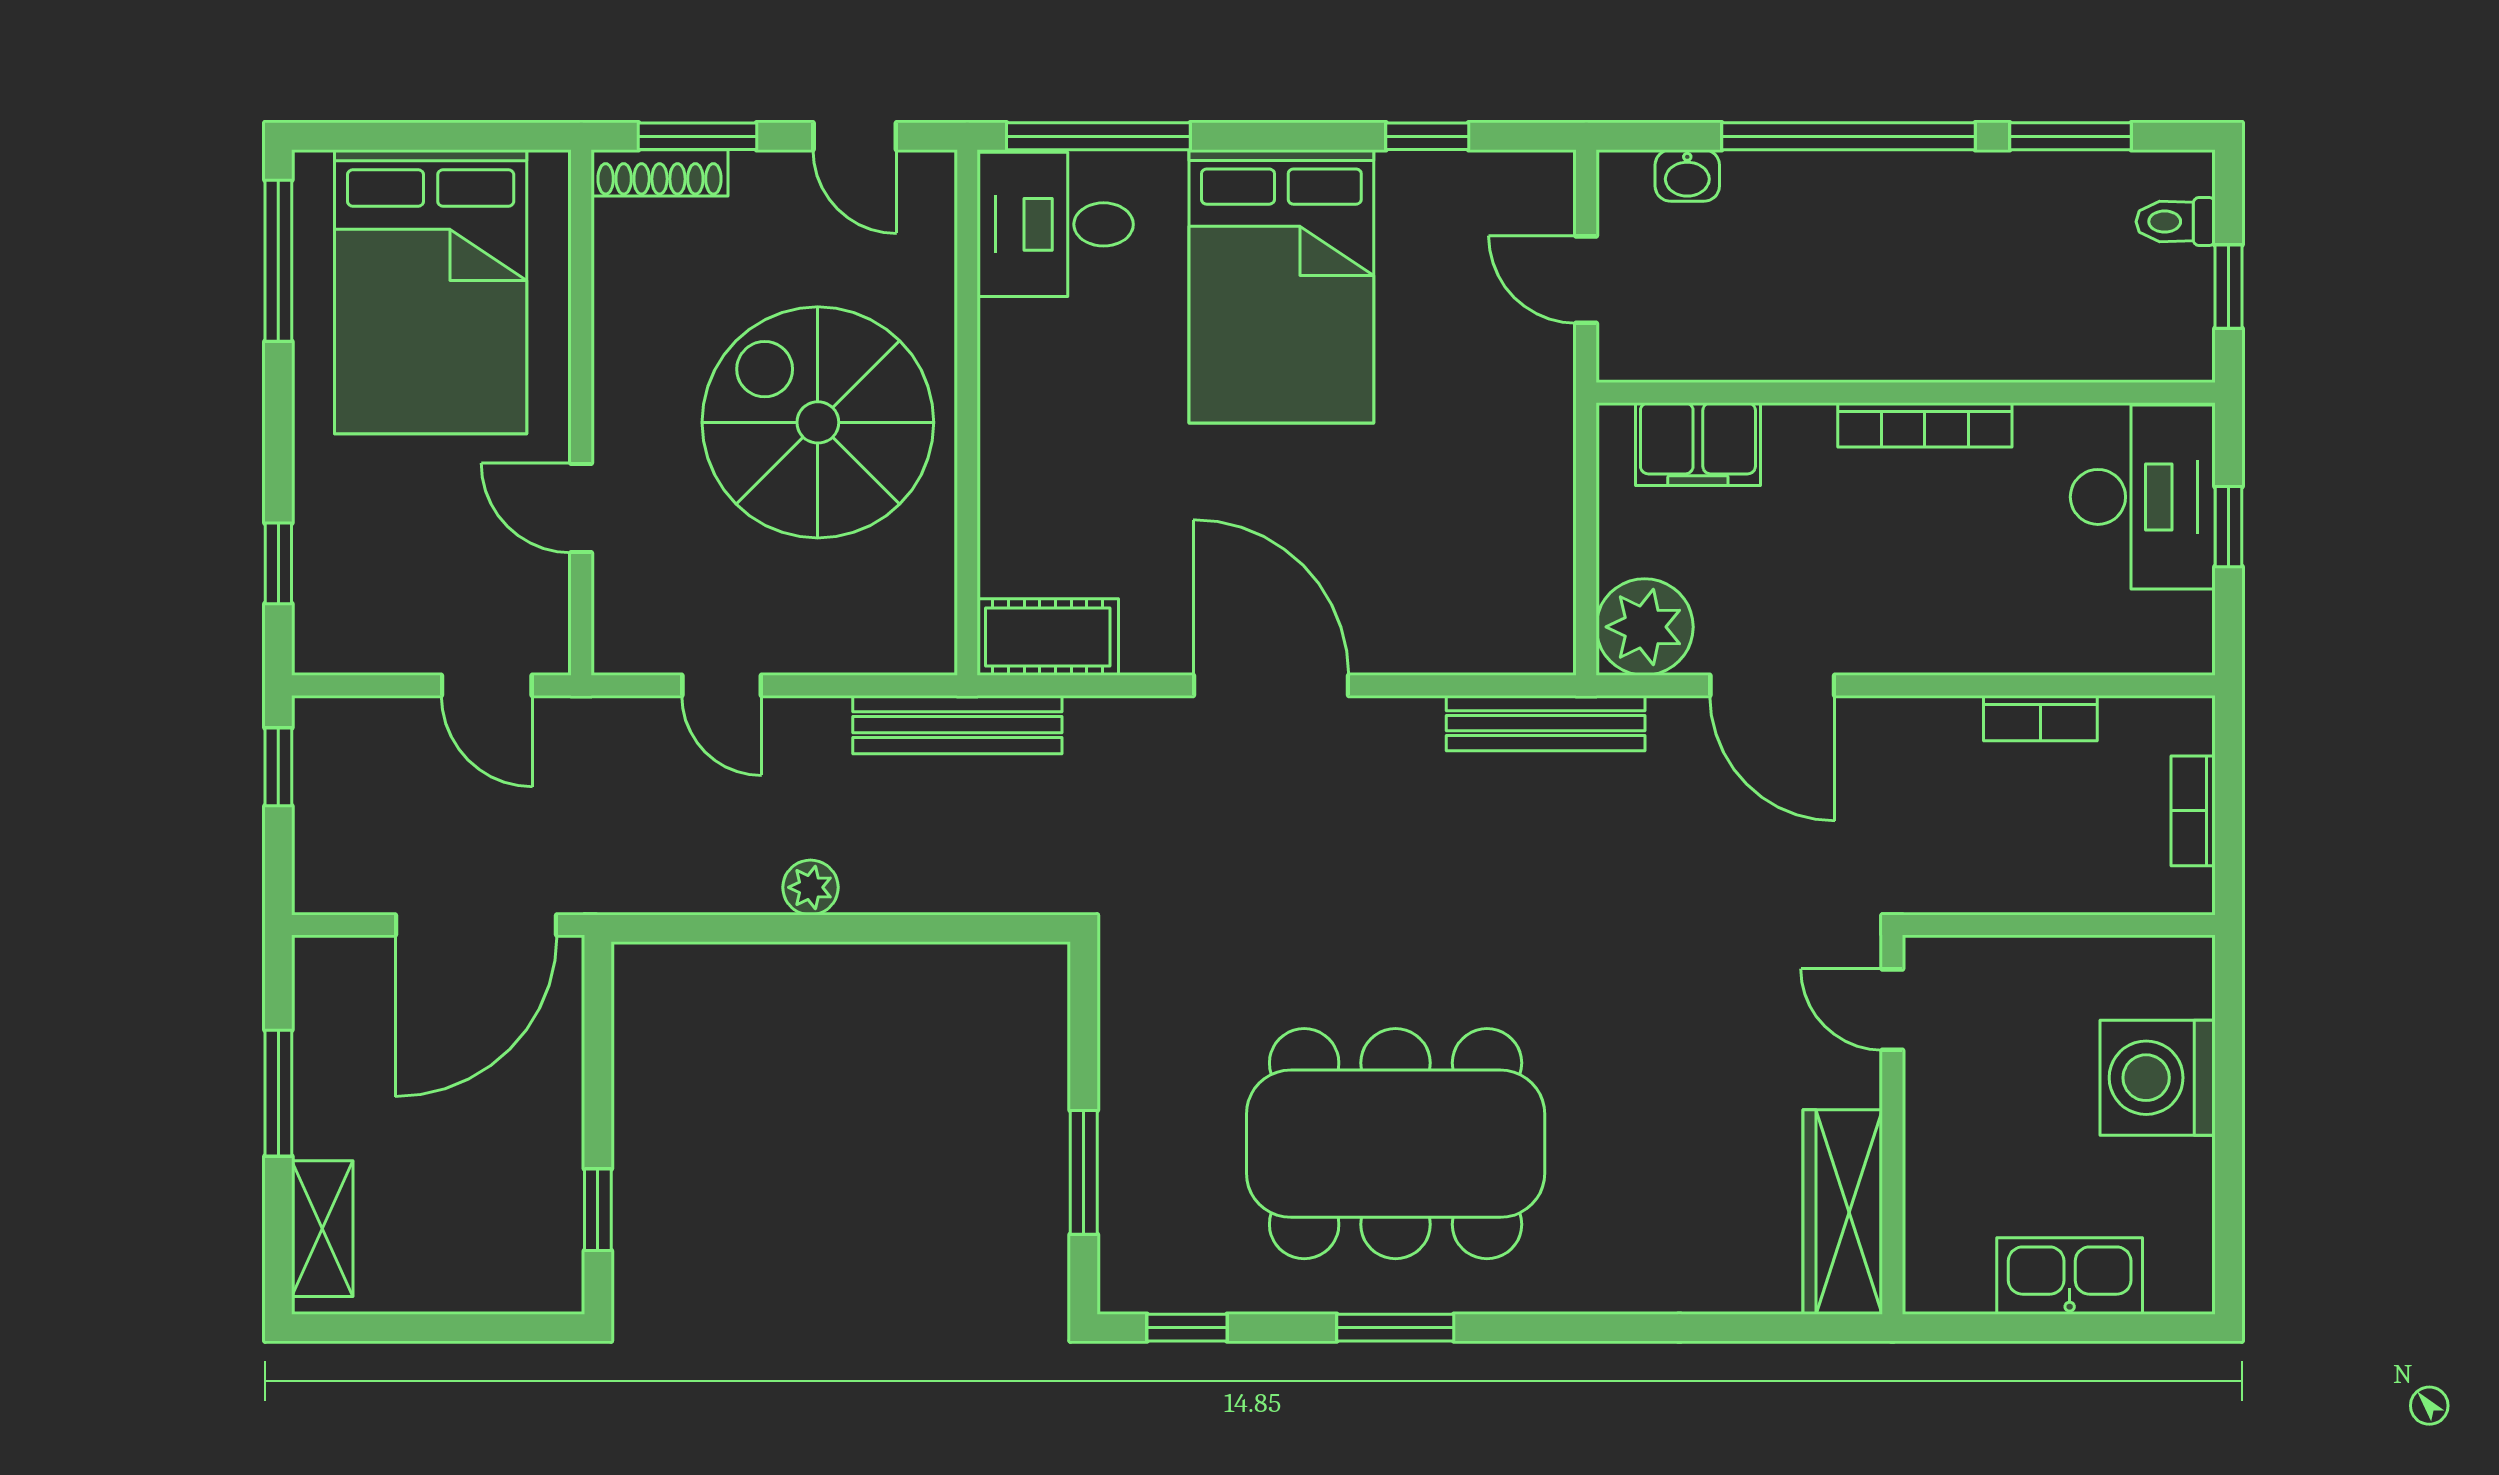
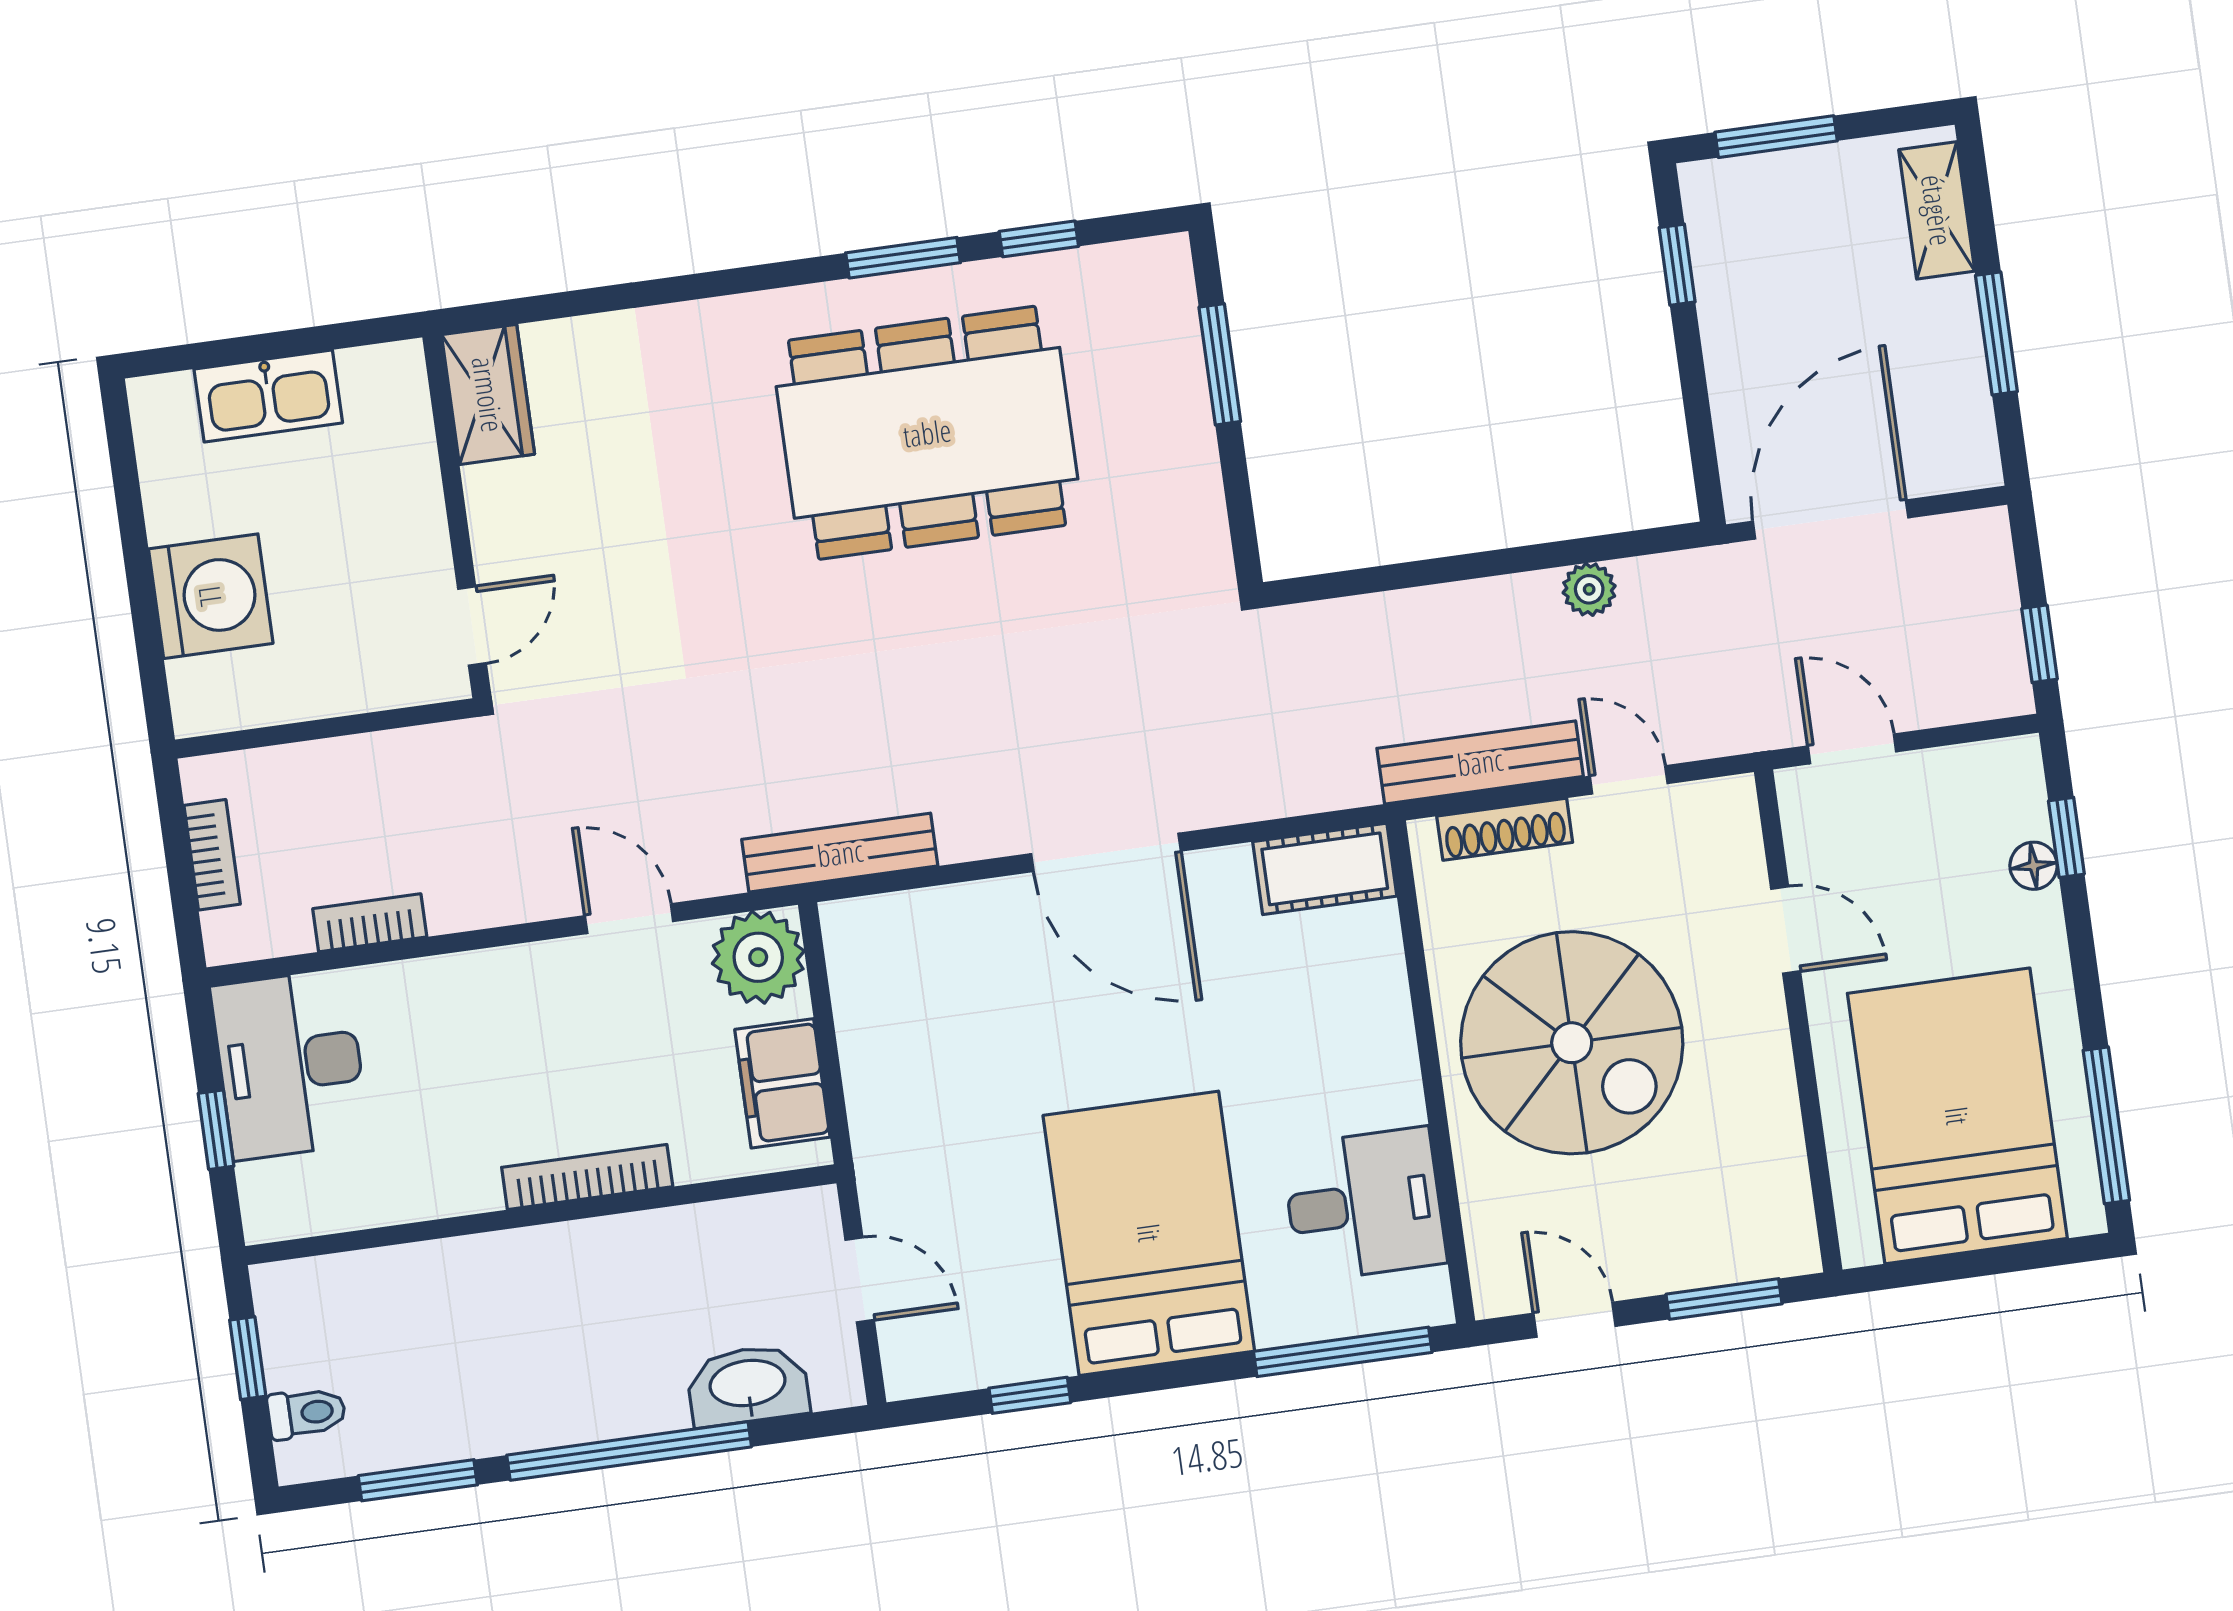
shoe rack: (660, 173) -> (1505, 829), moved, turned 180
washbasin: (1687, 176) -> (748, 1385), width x1.91, depth x1.45
desk: (1055, 224) -> (1364, 1204), moved
bookcase: (1925, 425) -> (587, 1177), moved
filing cabinet: (1698, 444) -> (782, 1083), moved, turned -90
desk: (2143, 497) -> (290, 1065), moved
floor lamp: (316, 539) -> (2034, 866), added
door: (1772, 685) -> (629, 919), width x0.73
bench: (957, 725) -> (1480, 762), moved
plant: (810, 887) -> (1589, 589), moved
door: (1892, 1010) -> (472, 626), hinge flipped
wardrobe: (1843, 1212) -> (488, 394), width x0.67
window: (477, 1328) -> (1776, 137), added
window: (1187, 1328) -> (1039, 239), moved

